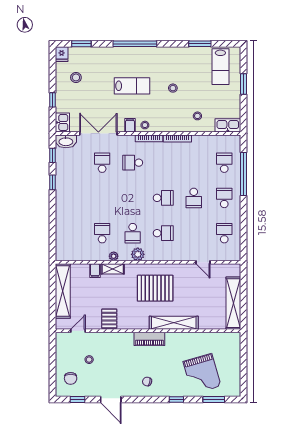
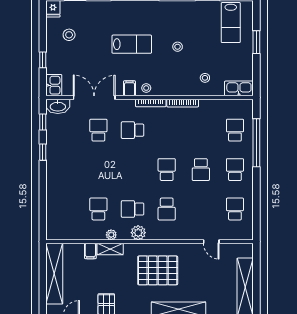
school desk: (163, 198) -> (167, 170), turned -90
school desk: (133, 233) -> (133, 209), turned 90
school desk: (163, 233) -> (167, 209), turned 90

